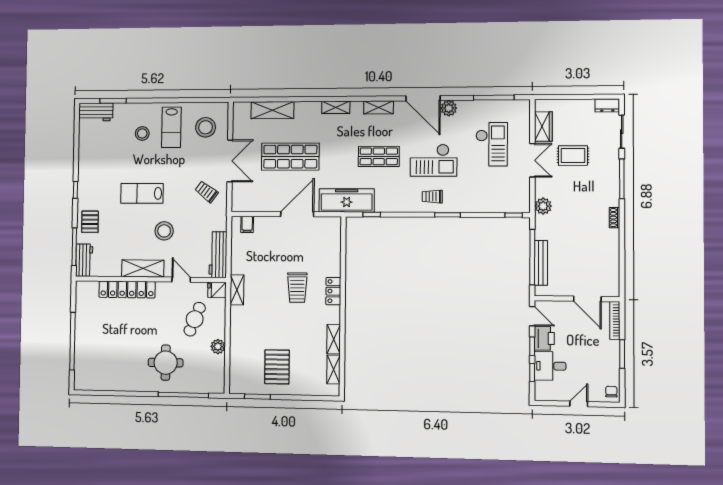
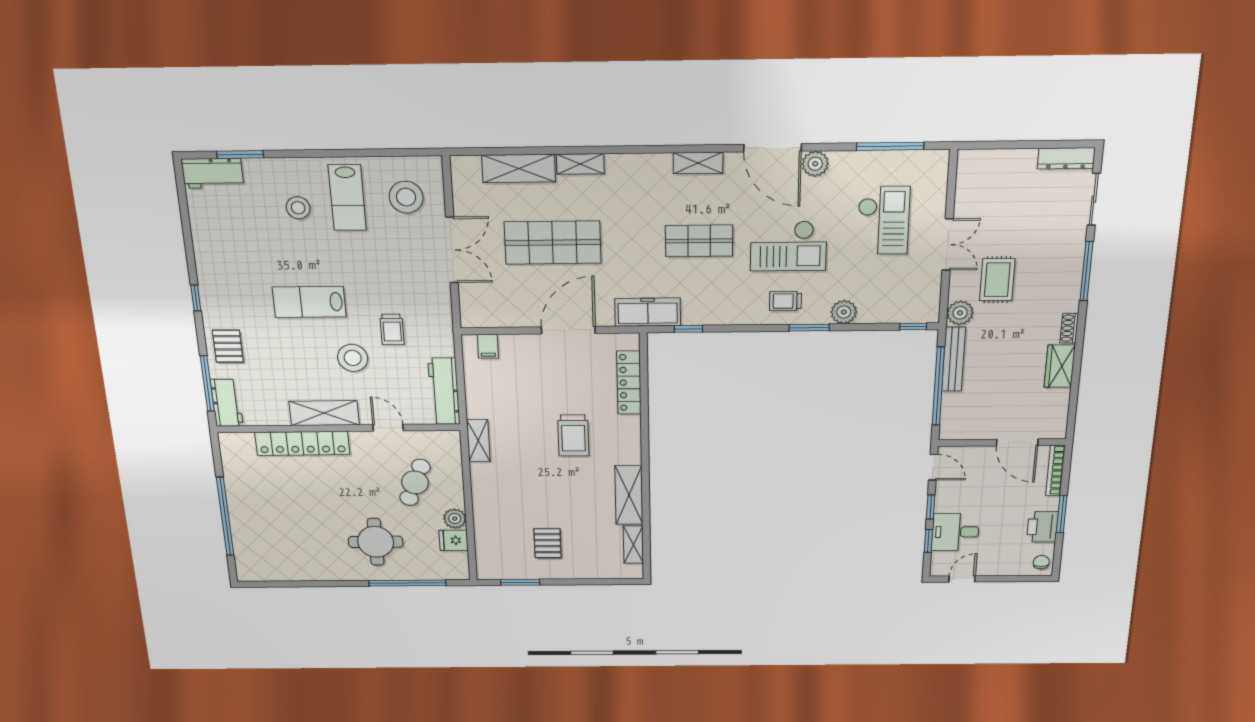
dresser: (607, 105) -> (1066, 158), width x1.44
shelving: (336, 107) -> (580, 164), moved
wardrobe: (543, 127) -> (1060, 366), moved, turned 180
rug: (573, 156) -> (997, 280), moved, turned 90
trolley: (206, 192) -> (392, 329), moved, turned -127
freezer: (347, 200) -> (648, 312), width x0.73, depth x0.79
plant: (469, 204) -> (844, 312), added
bench: (541, 263) -> (954, 359), moved
fridge: (217, 290) -> (454, 540), moved
locker: (333, 291) -> (629, 383), moved, width x1.53
printer: (544, 338) -> (1042, 527), moved, turned 180
shelving: (334, 339) -> (629, 495), width x1.50, depth x1.33
pallet: (277, 367) -> (548, 543), width x0.67, depth x0.71
door: (579, 404) -> (962, 579), moved

